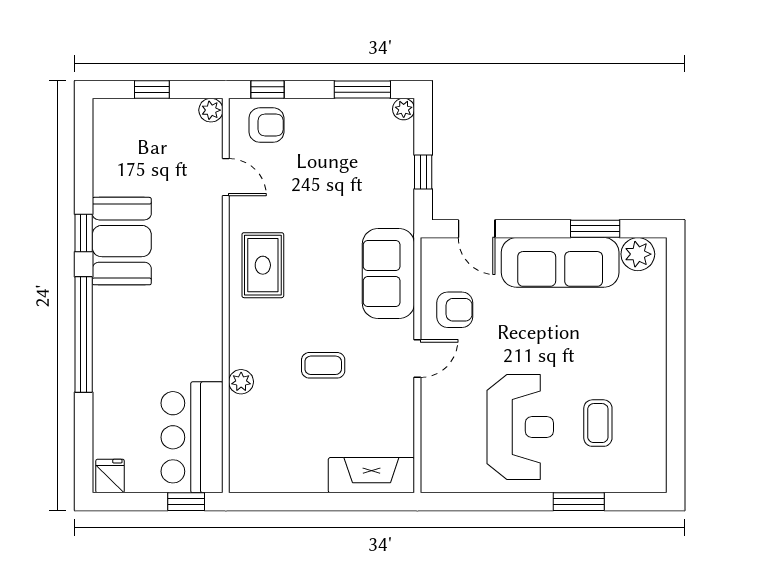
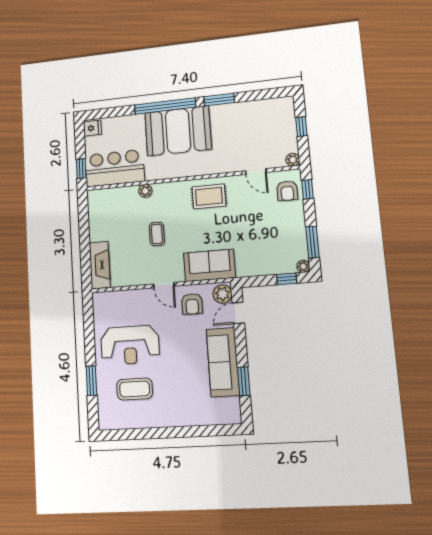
window: (423, 172) -> (287, 279), moved
door: (226, 177) -> (256, 172), hinge flipped
window: (84, 233) -> (219, 100), width x1.50
booth: (122, 241) -> (178, 131), moved, width x1.36, depth x1.42
plant: (638, 254) -> (222, 294), moved
coffee table: (598, 423) -> (135, 389), width x1.36, depth x1.30

